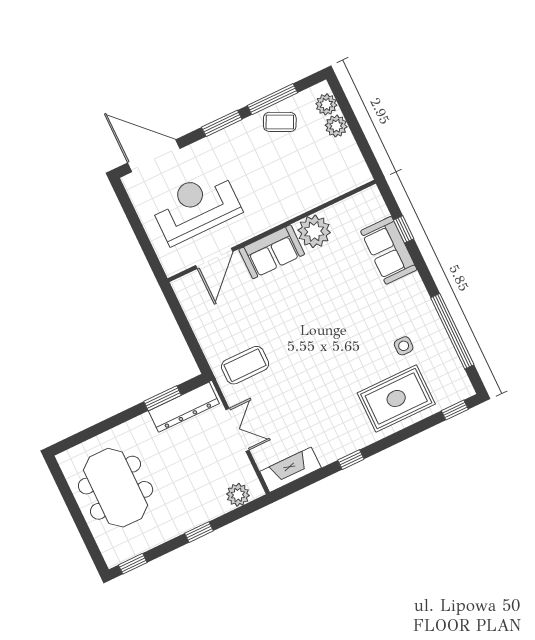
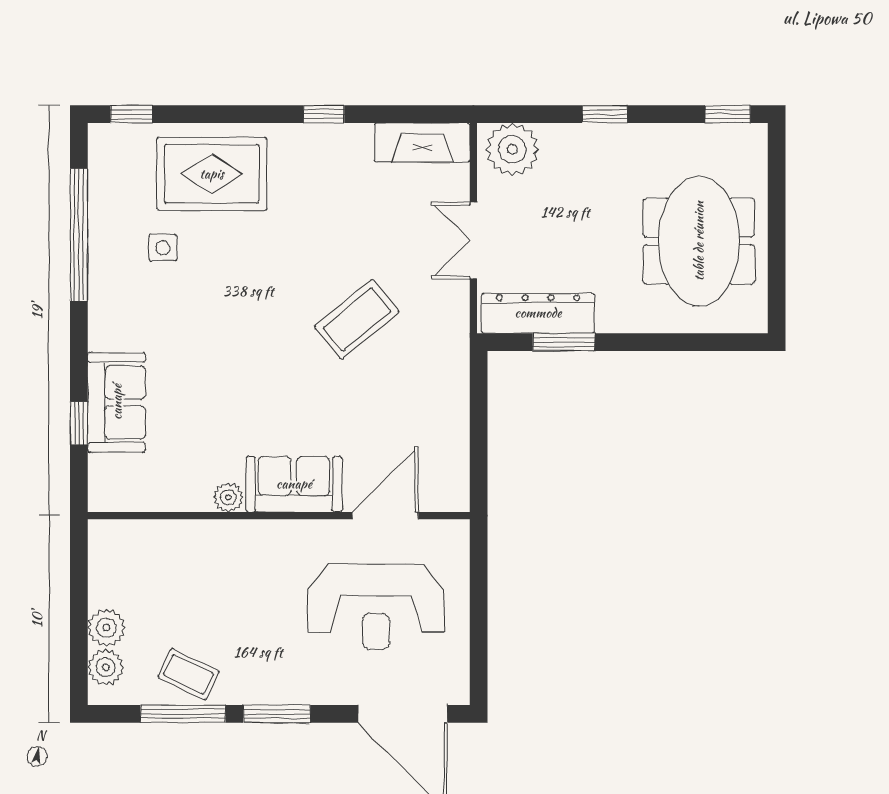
plant: (314, 231) -> (228, 497), width x0.53, depth x0.53
coffee table: (245, 365) -> (357, 319), moved, turned -40
plant: (238, 495) -> (512, 149), width x1.36, depth x1.36

